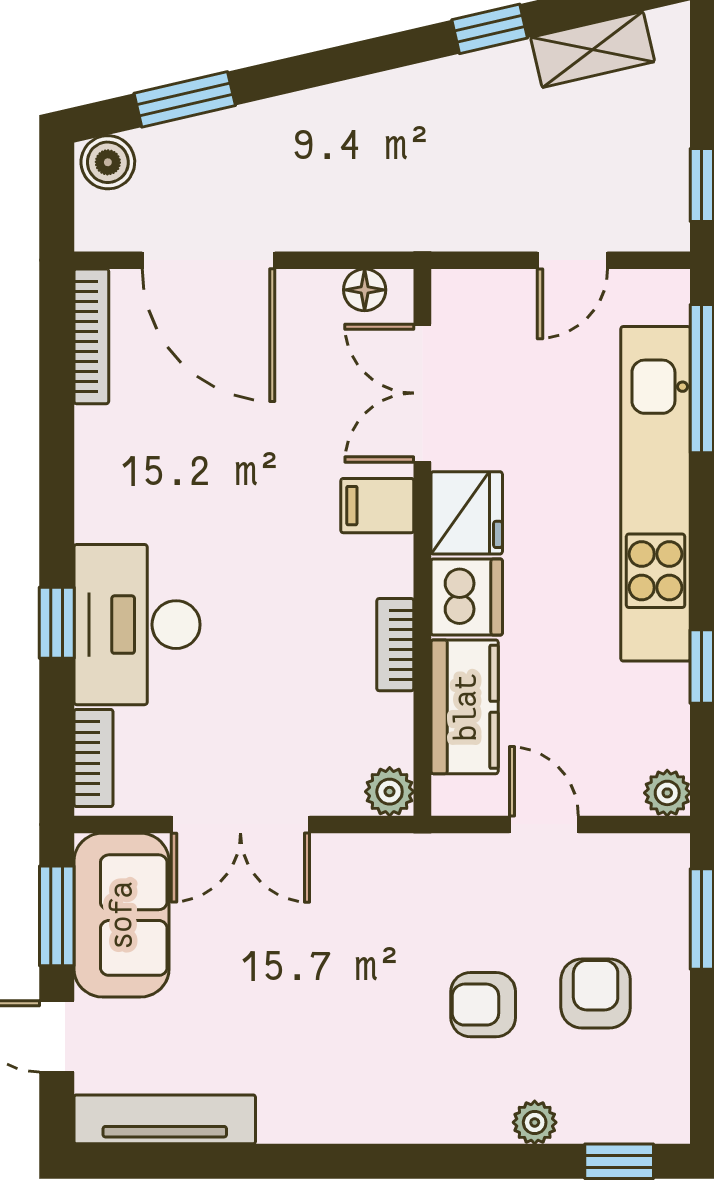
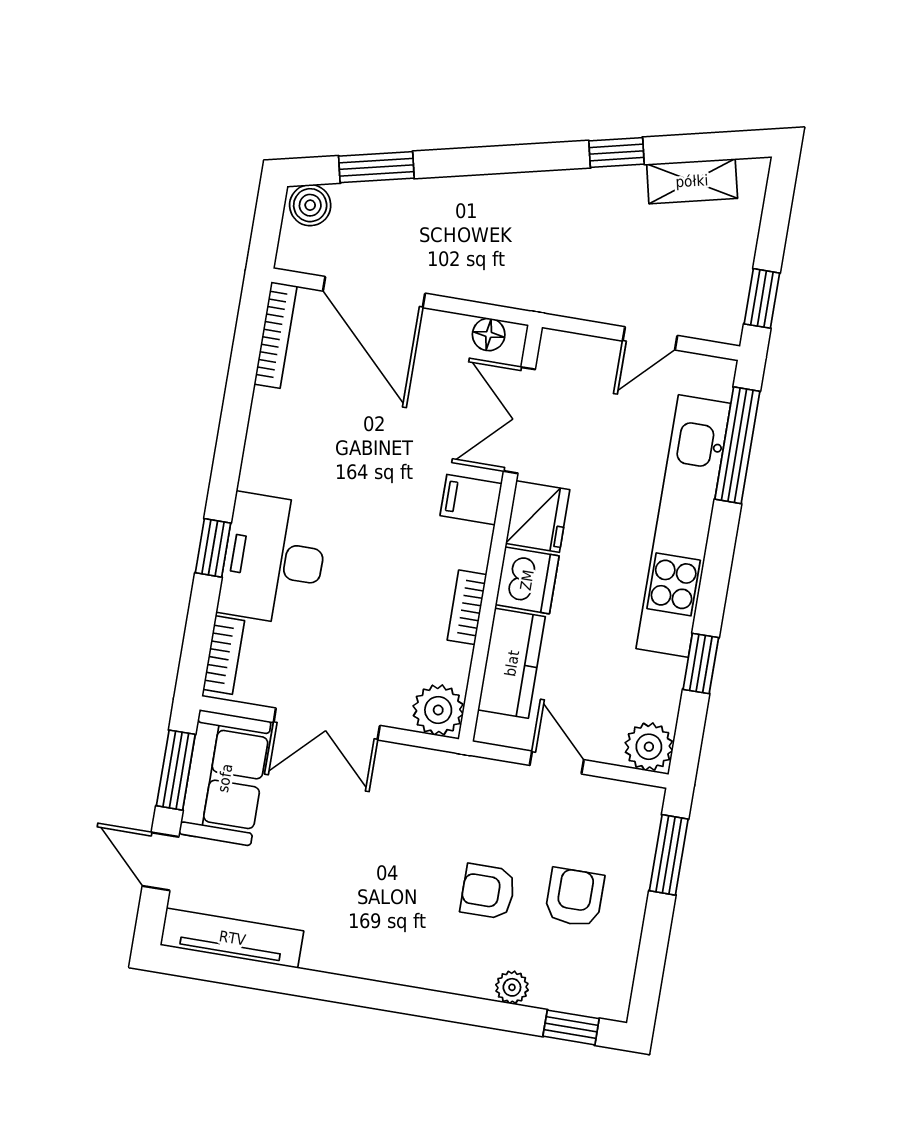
plant: (390, 792) -> (438, 710), width x1.38, depth x1.38
plant: (667, 793) -> (649, 747), width x1.38, depth x1.38

